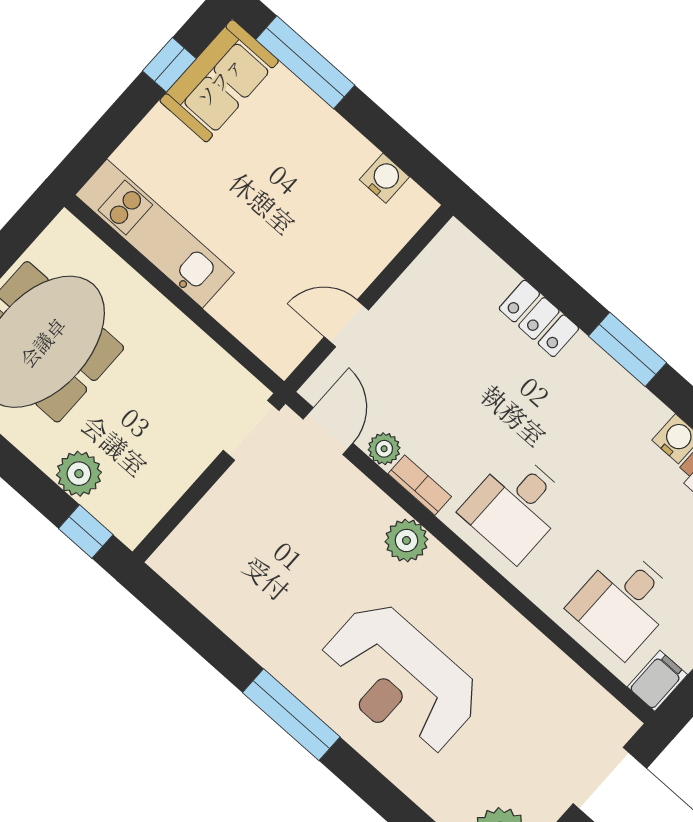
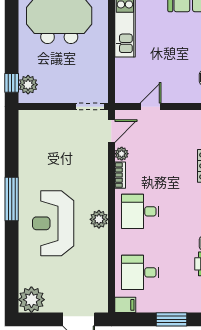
door: (346, 323) -> (150, 107), hinge flipped
plant: (79, 474) -> (28, 85), moved
plant: (406, 540) -> (99, 219), moved

